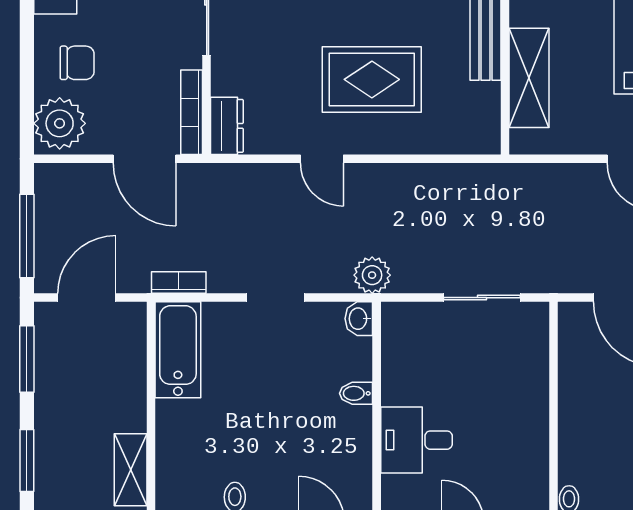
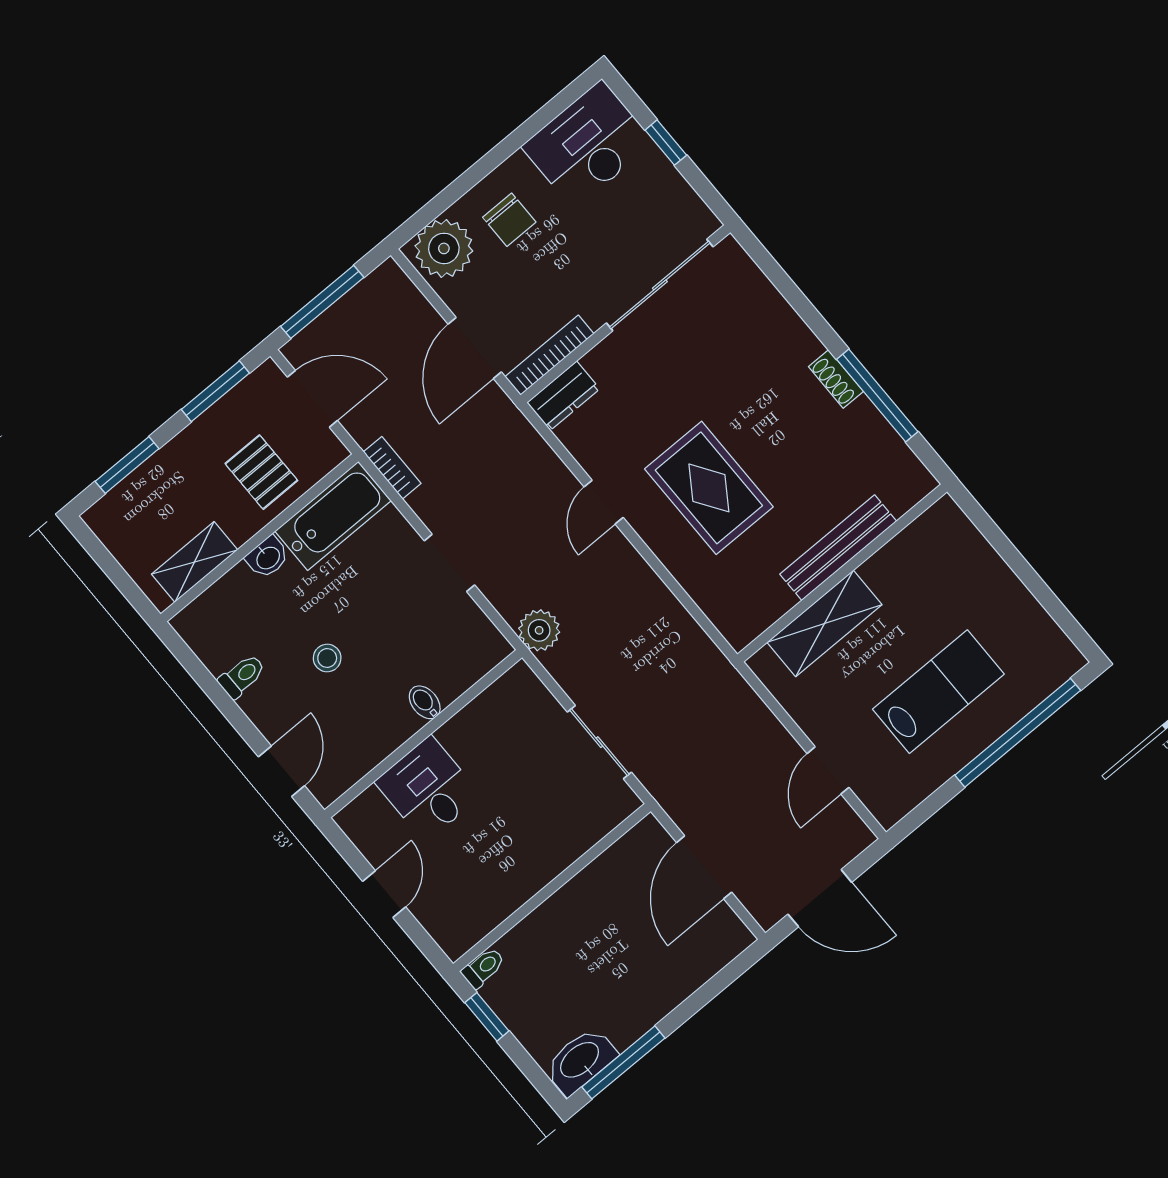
washbasin: (359, 319) -> (268, 557), moved, turned 180
pallet: (108, 374) -> (261, 472), added
stool: (271, 434) -> (327, 658), added

